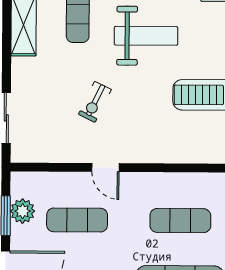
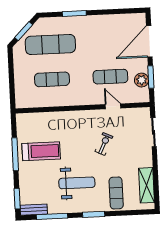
weight bench: (146, 36) -> (77, 183), turned 180
door: (105, 168) -> (113, 106), moved

